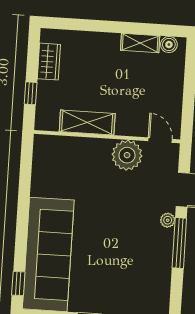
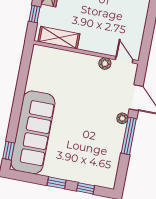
shelving: (87, 122) -> (59, 38), moved
plant: (127, 155) -> (105, 63), width x0.53, depth x0.53

